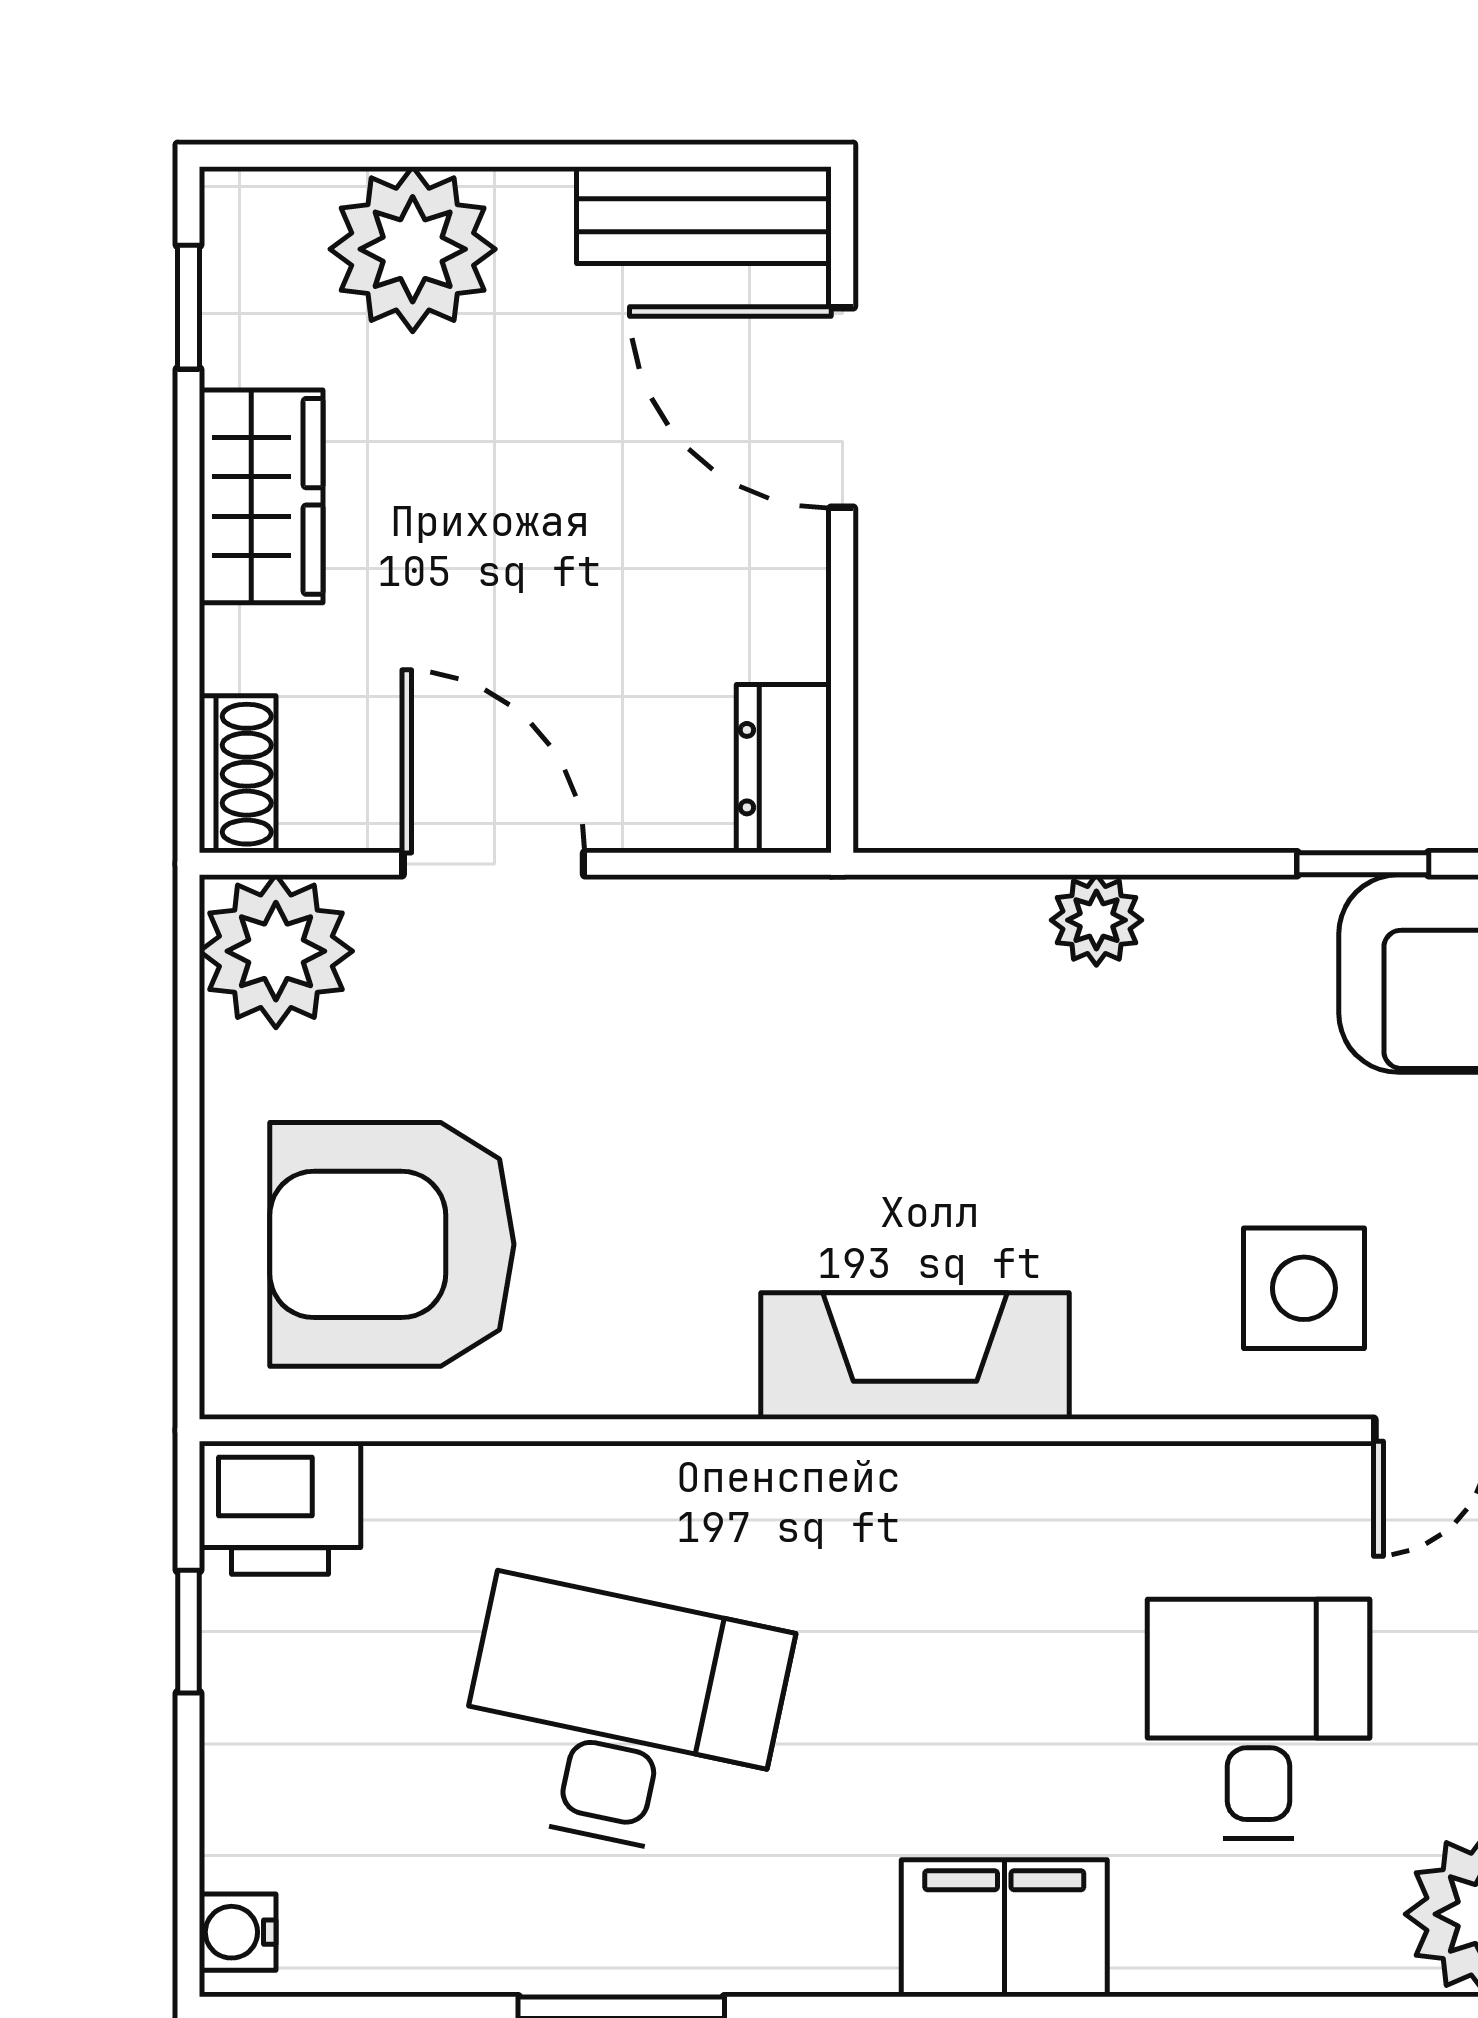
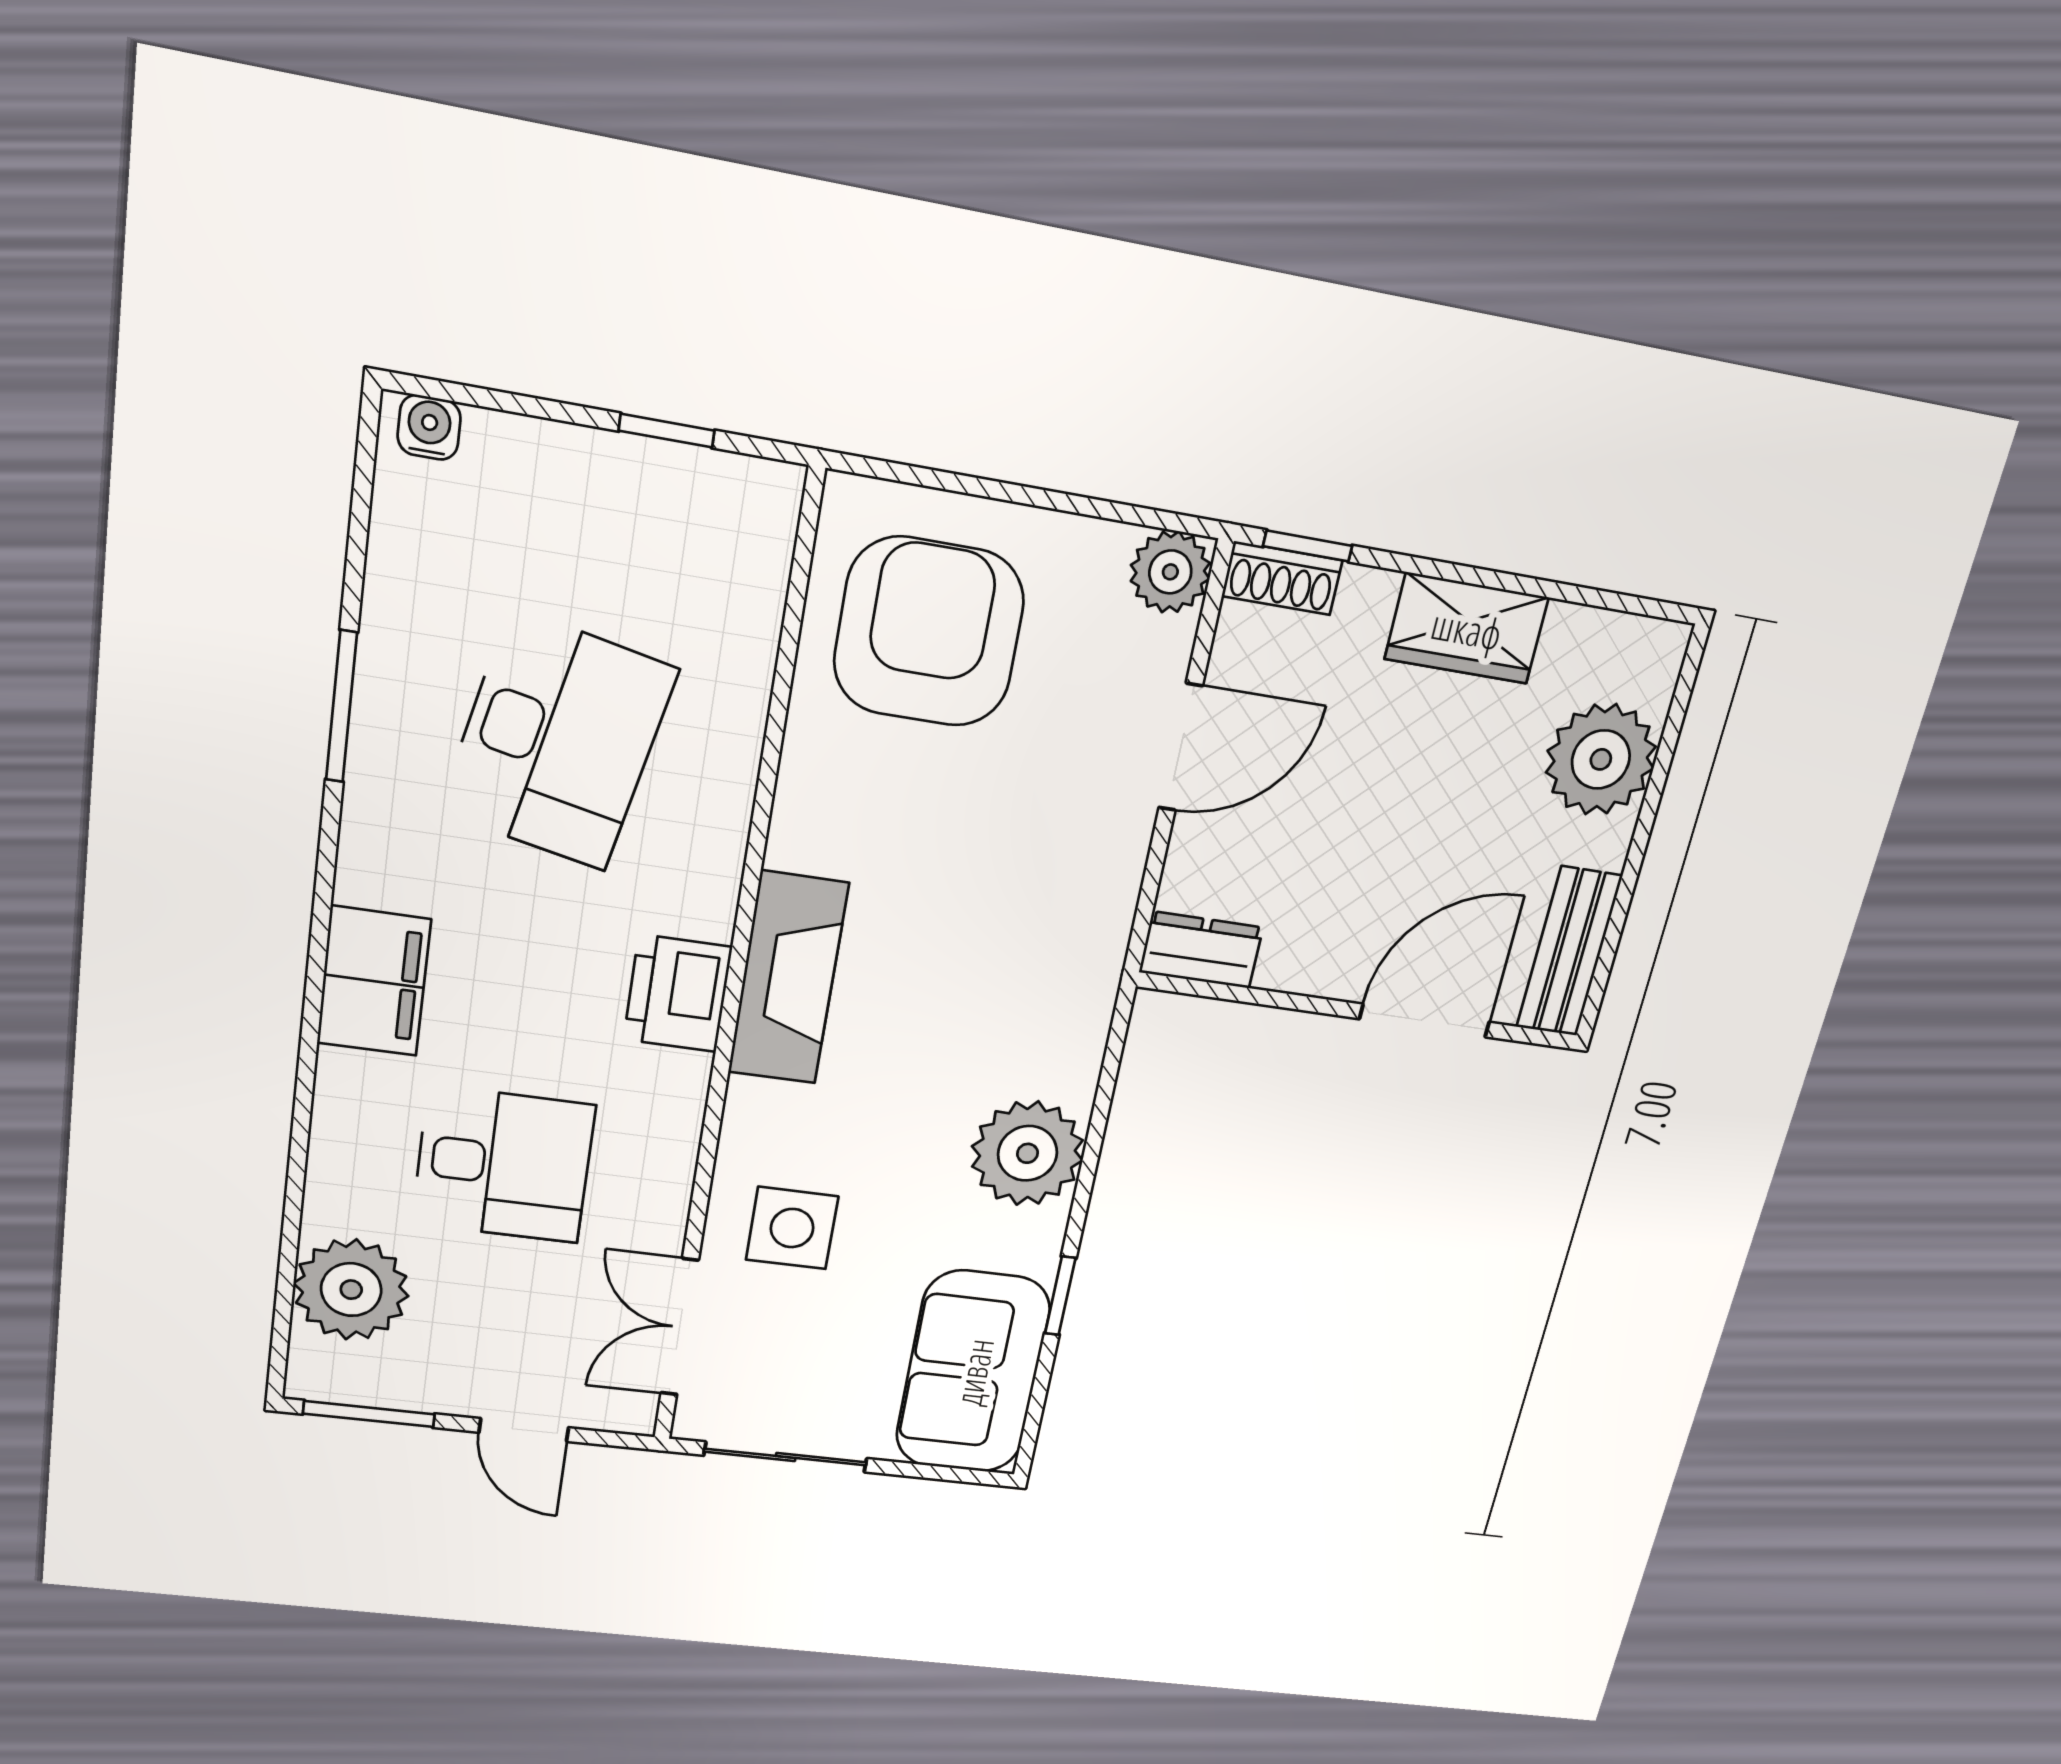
window: (188, 307) -> (1308, 546), moved
plant: (1096, 920) -> (1027, 1153), width x1.88, depth x1.88
plant: (276, 951) -> (1170, 572), width x0.73, depth x0.73
printer: (280, 1508) -> (678, 993), moved

